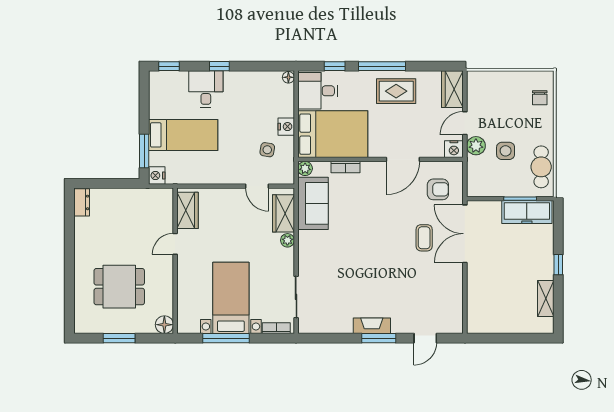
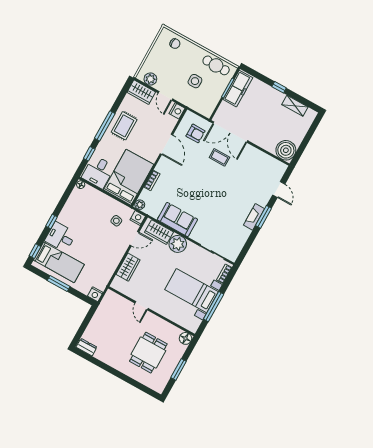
nightstand: (286, 127) -> (138, 218), moved
bed: (183, 135) -> (59, 262), moved, turned 90
plant: (476, 146) -> (150, 79), moved
window: (144, 151) -> (59, 283), moved
armchair: (438, 189) -> (195, 133), turned 90
sofa: (313, 203) -> (177, 220), moved
wardrobe: (188, 210) -> (128, 267), moved, turned 90
plant: (287, 240) -> (178, 244), width x1.88, depth x1.88
boiler: (481, 319) -> (286, 150), added

